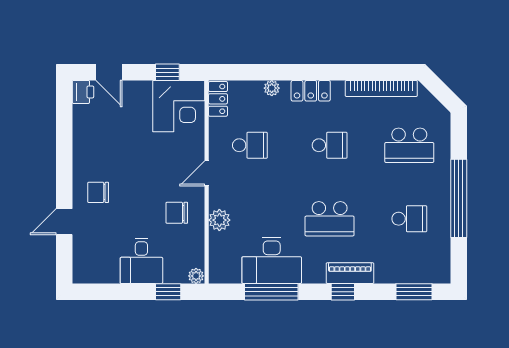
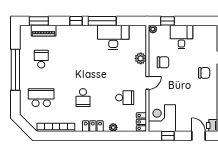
school desk: (250, 145) -> (125, 98), turned 180
school desk: (330, 145) -> (83, 98), turned -90
school desk: (330, 219) -> (83, 59), removed
school desk: (409, 219) -> (41, 59), turned 90
piano: (350, 273) -> (44, 31), moved
window: (271, 292) -> (102, 21), moved

